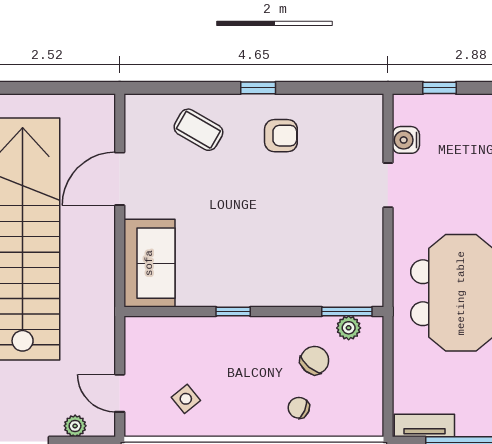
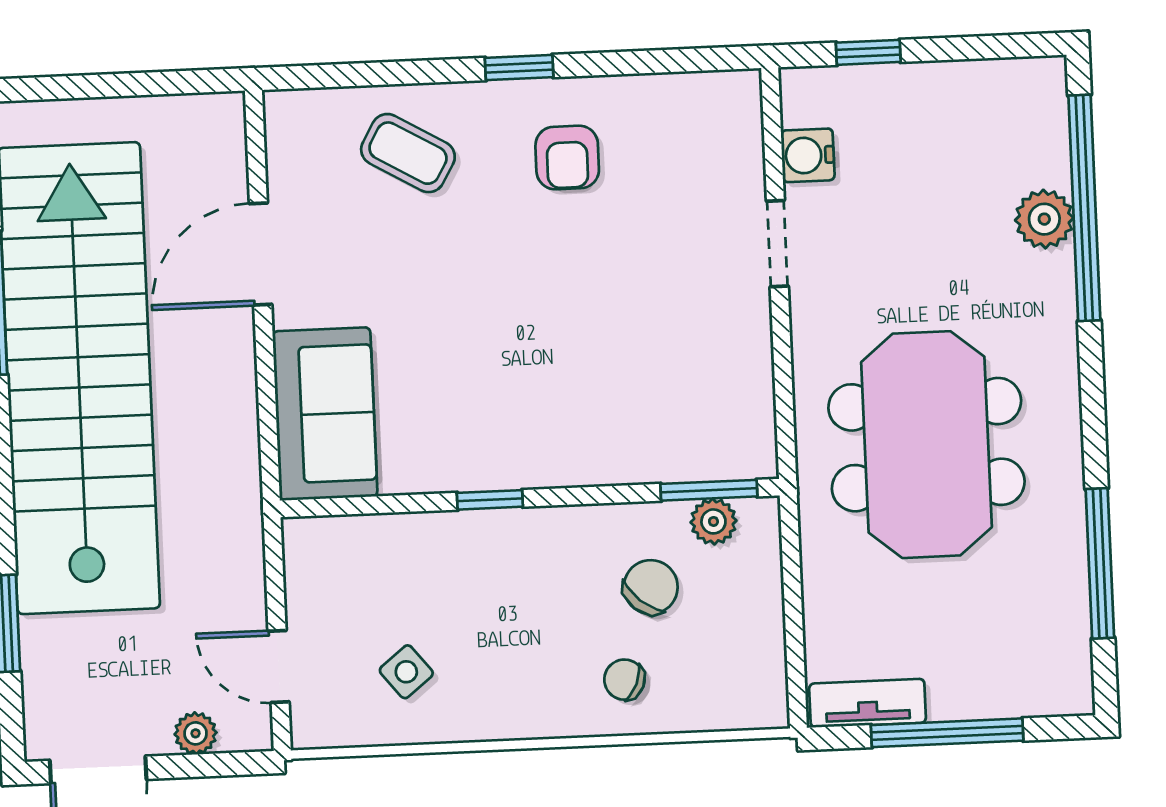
armchair: (281, 136) -> (567, 157), turned 90

